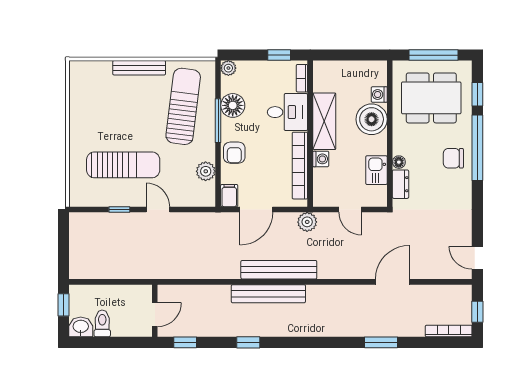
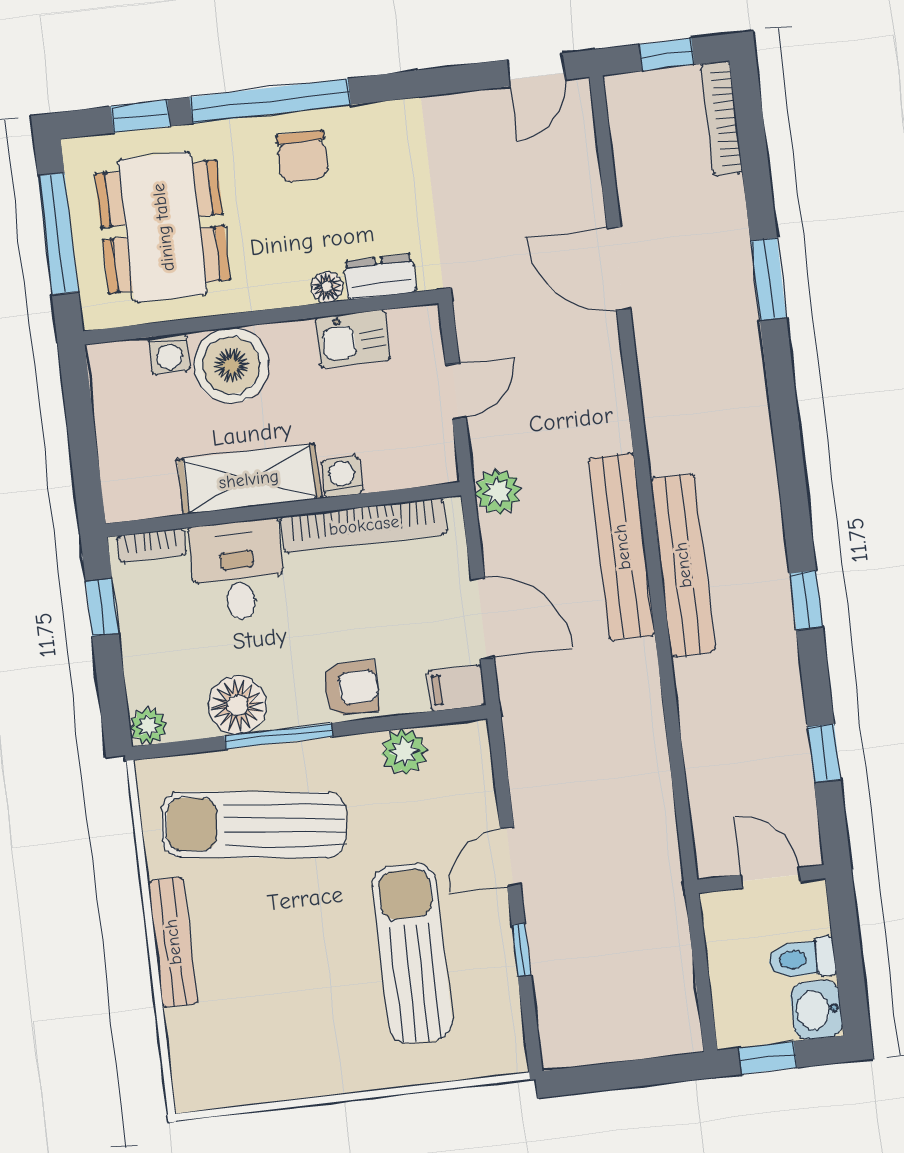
wall: (155, 311) -> (761, 879), moved
door: (155, 315) -> (771, 878), moved

